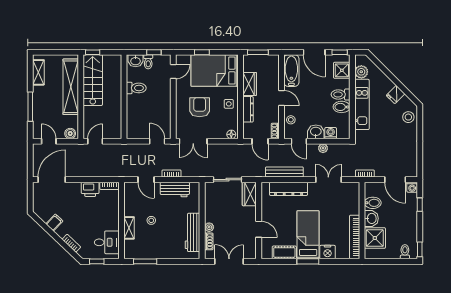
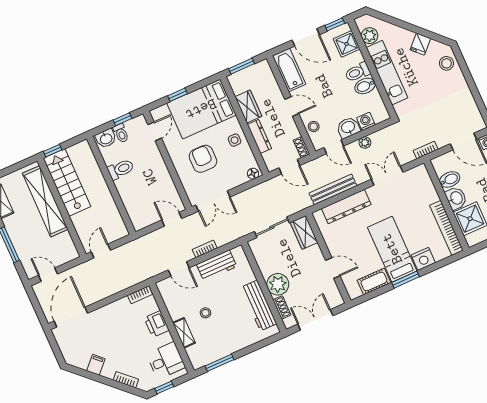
boiler: (70, 133) -> (68, 255), removed
printer: (90, 189) -> (157, 324), moved, turned 90
plant: (209, 227) -> (278, 284), width x1.87, depth x1.87

